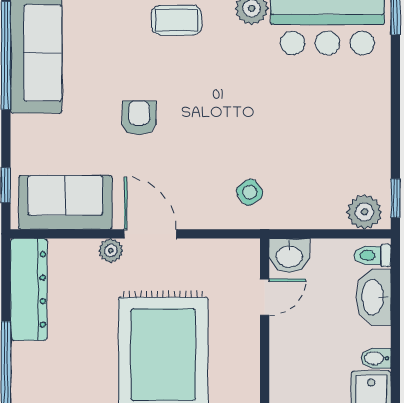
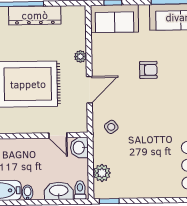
sofa: (65, 202) -> (114, 19), moved, turned 90
plant: (364, 212) -> (102, 173), moved
door: (150, 234) -> (89, 90), moved
dresser: (29, 289) -> (35, 15), moved

